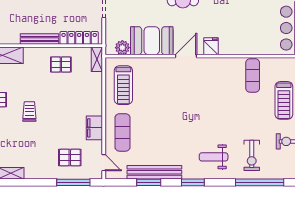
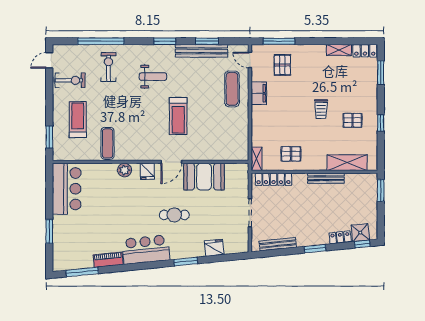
bench: (39, 39) -> (326, 178), moved
plant: (122, 48) -> (125, 170), moved
treadmill: (123, 85) -> (178, 116), moved, turned 180
pallet: (70, 157) -> (282, 65), turned 90
weight bench: (214, 157) -> (153, 77), moved

